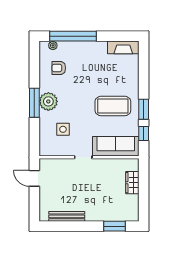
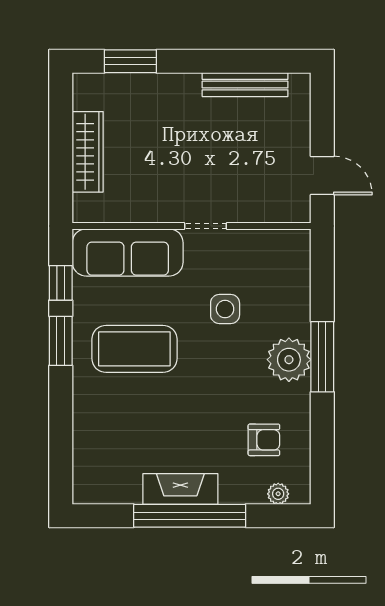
window: (73, 36) -> (190, 516), moved
fireplace: (123, 47) -> (180, 489), moved
side table: (63, 129) -> (225, 309), moved
wardrobe: (132, 183) -> (88, 152), width x1.50

